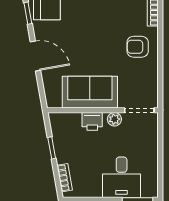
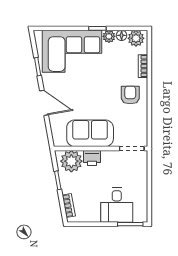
armchair: (138, 47) -> (130, 95), turned 90
plant: (114, 119) -> (71, 161), moved, width x1.87, depth x1.87

